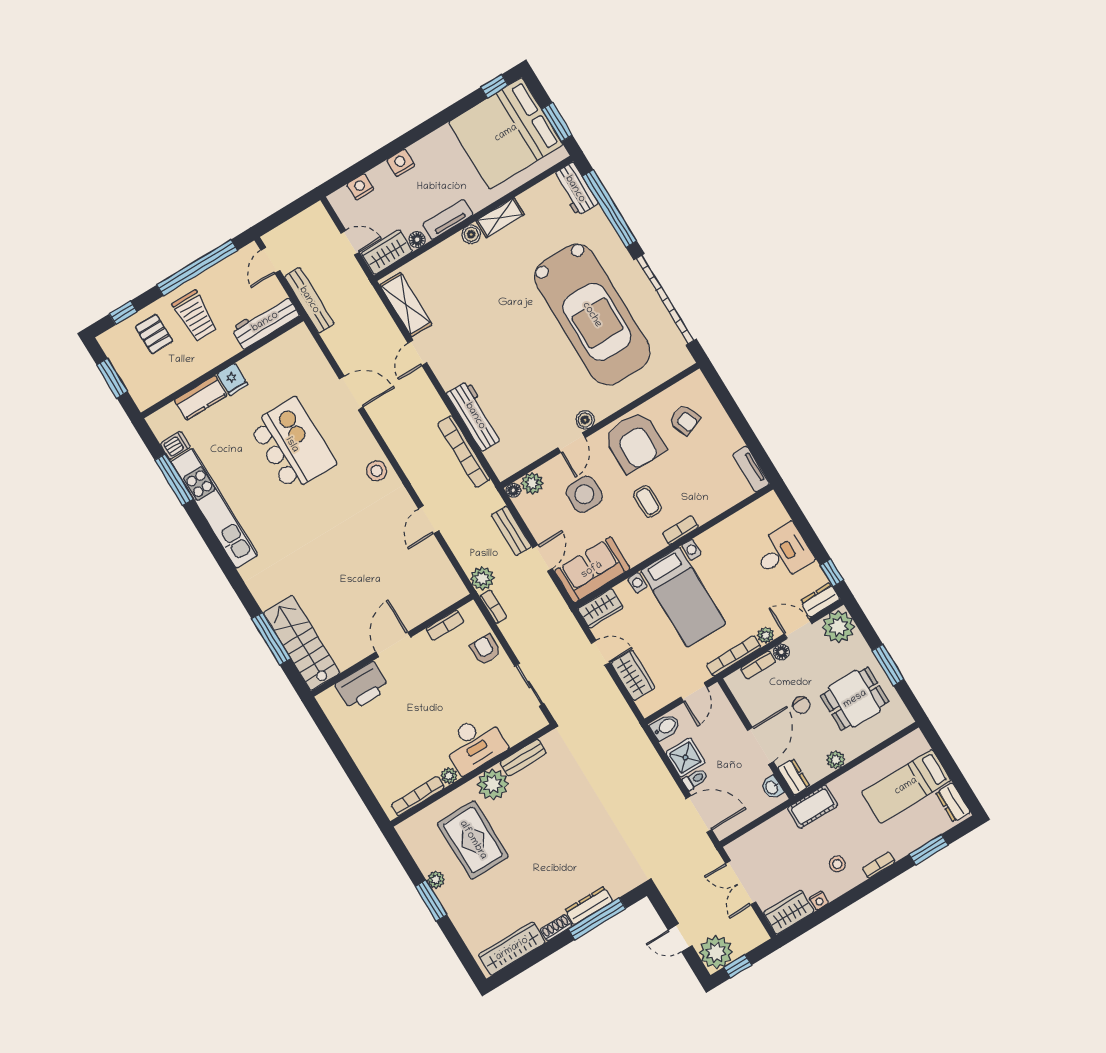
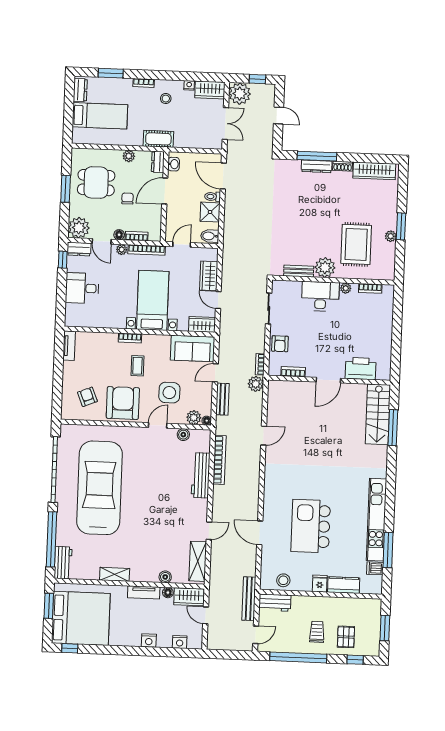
boiler: (471, 234) -> (165, 577), moved
trolley: (195, 316) -> (317, 632), width x0.73, depth x0.72
workbench: (265, 322) -> (275, 603), width x0.73
boiler: (585, 420) -> (183, 435), moved
stool: (376, 471) -> (283, 580), moved
bookcase: (418, 796) -> (370, 288), width x0.64
plant: (716, 952) -> (240, 94), moved

